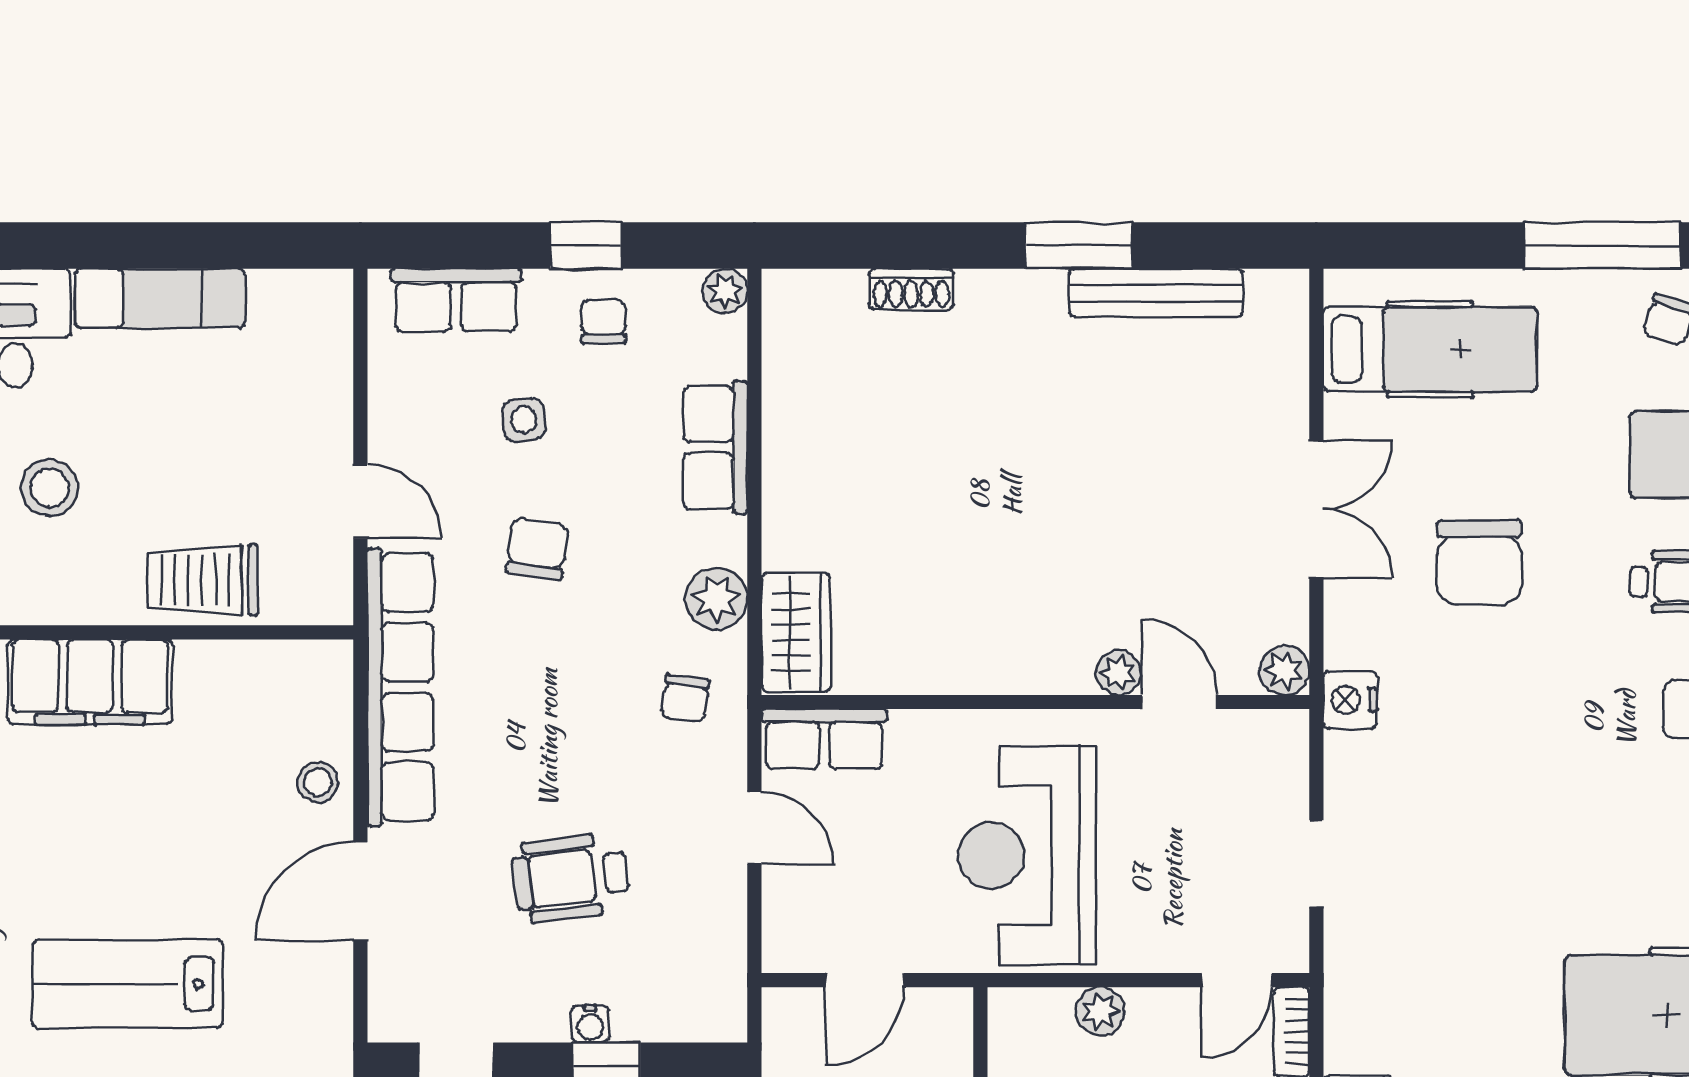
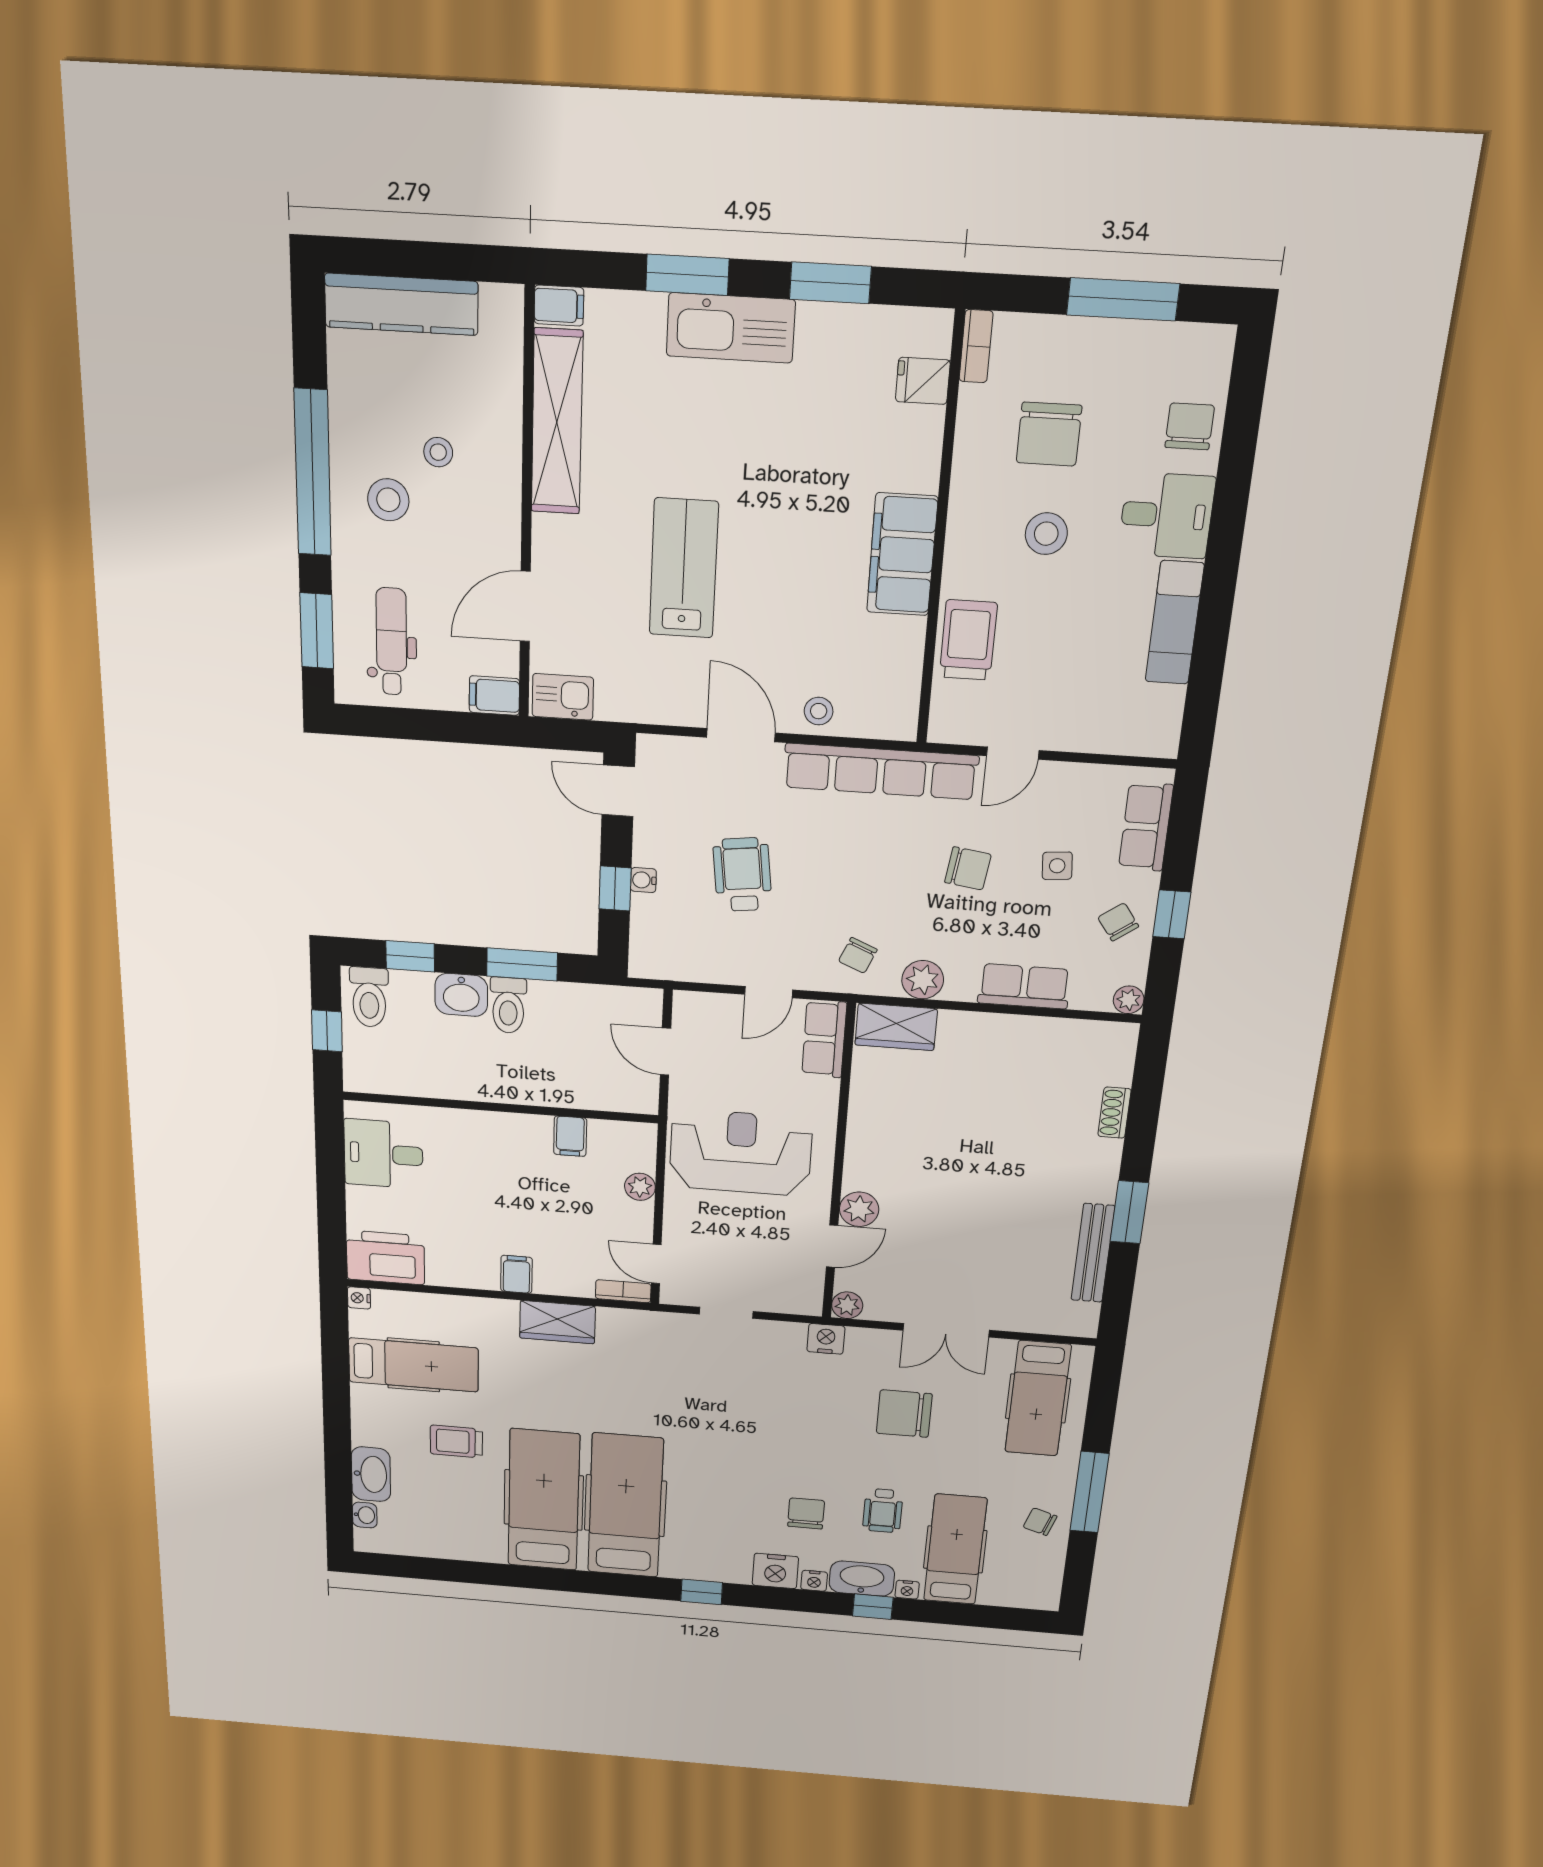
chair: (604, 321) -> (1118, 922), turned -126
plant: (1119, 673) -> (859, 1209), width x1.38, depth x1.38
chair: (685, 698) -> (858, 955), turned -75

